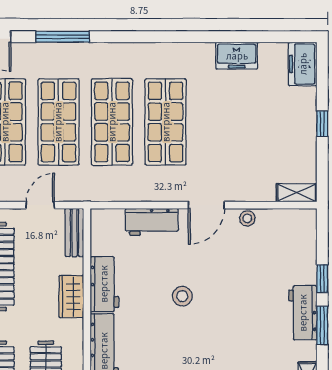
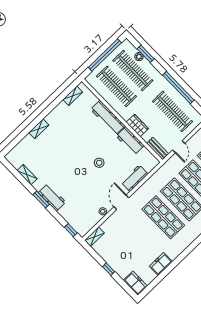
window: (322, 279) -> (71, 230), moved

